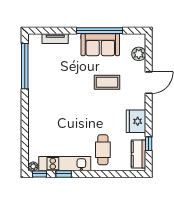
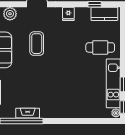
fireplace: (33, 73) -> (28, 113), added
fridge: (136, 121) -> (68, 14), width x0.53, depth x0.75

